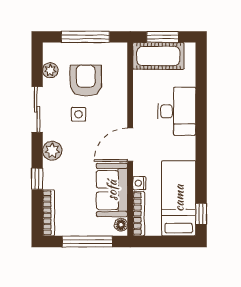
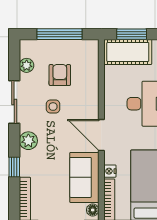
armchair: (86, 81) -> (60, 75), width x0.72, depth x0.72
door: (130, 145) -> (101, 135), hinge flipped

